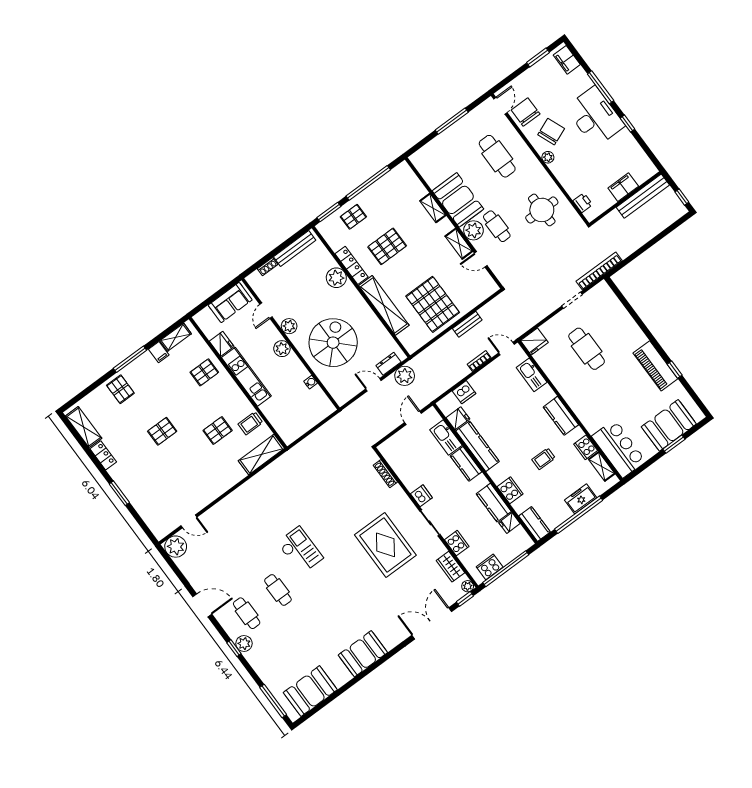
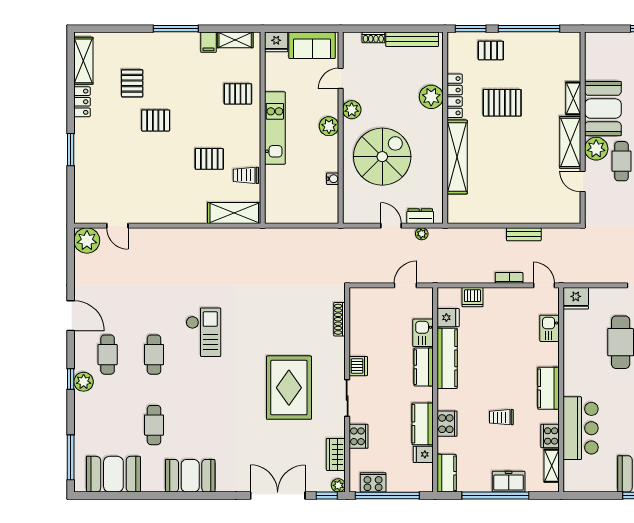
shelving: (459, 244) -> (570, 142), width x1.50, depth x1.33
pallet: (433, 304) -> (505, 191), removed
fridge: (222, 344) -> (276, 42), moved, turned 90
kitchen sink: (532, 375) -> (550, 328), width x0.73
plant: (405, 376) -> (422, 234), width x0.53, depth x0.53
pallet: (120, 389) -> (132, 83), moved
kitchen sink: (446, 438) -> (423, 333), width x0.73
bar counter: (619, 449) -> (581, 428), moved
cafe table: (313, 638) -> (154, 425), added

